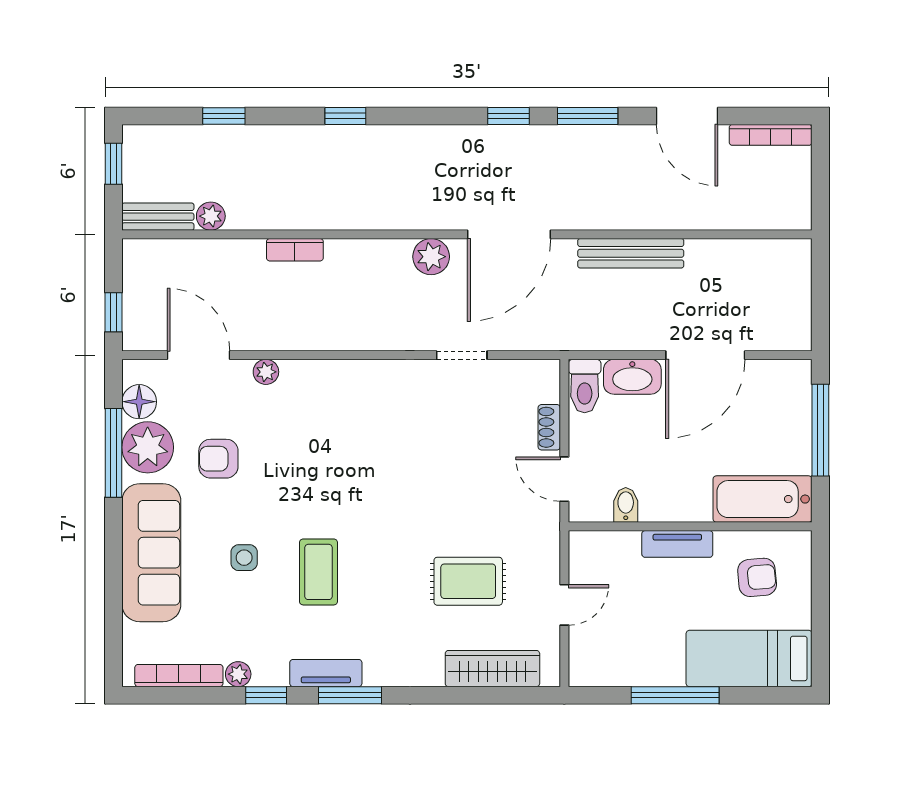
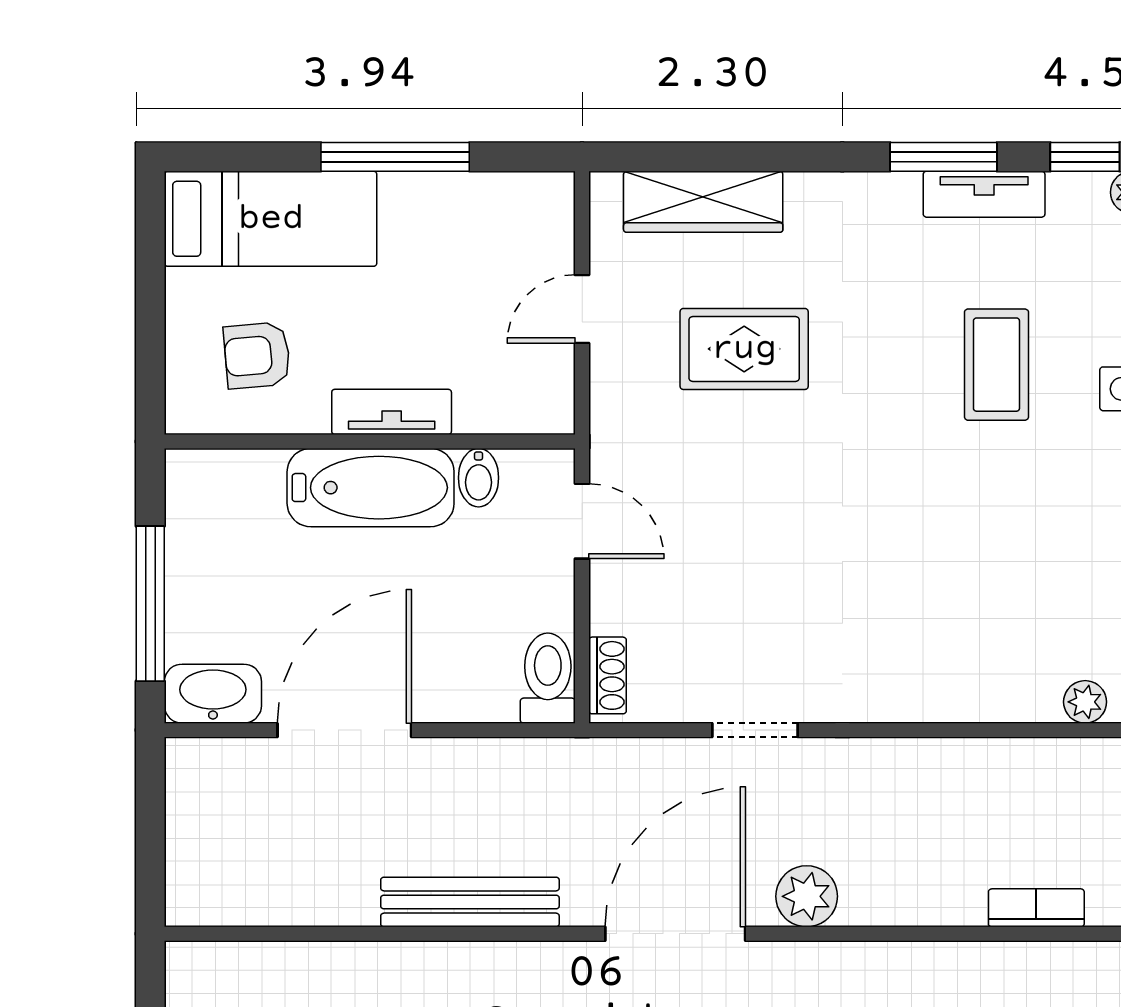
washbasin: (632, 377) -> (213, 694), moved
shoe rack: (549, 427) -> (608, 675), moved
bathtub: (763, 499) -> (371, 488), moved

